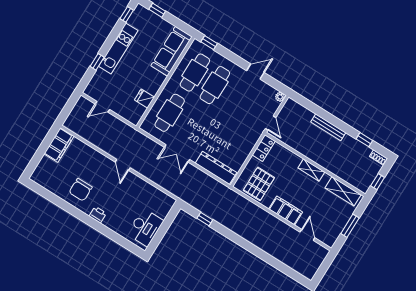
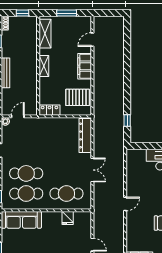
door: (271, 123) -> (18, 116), moved

